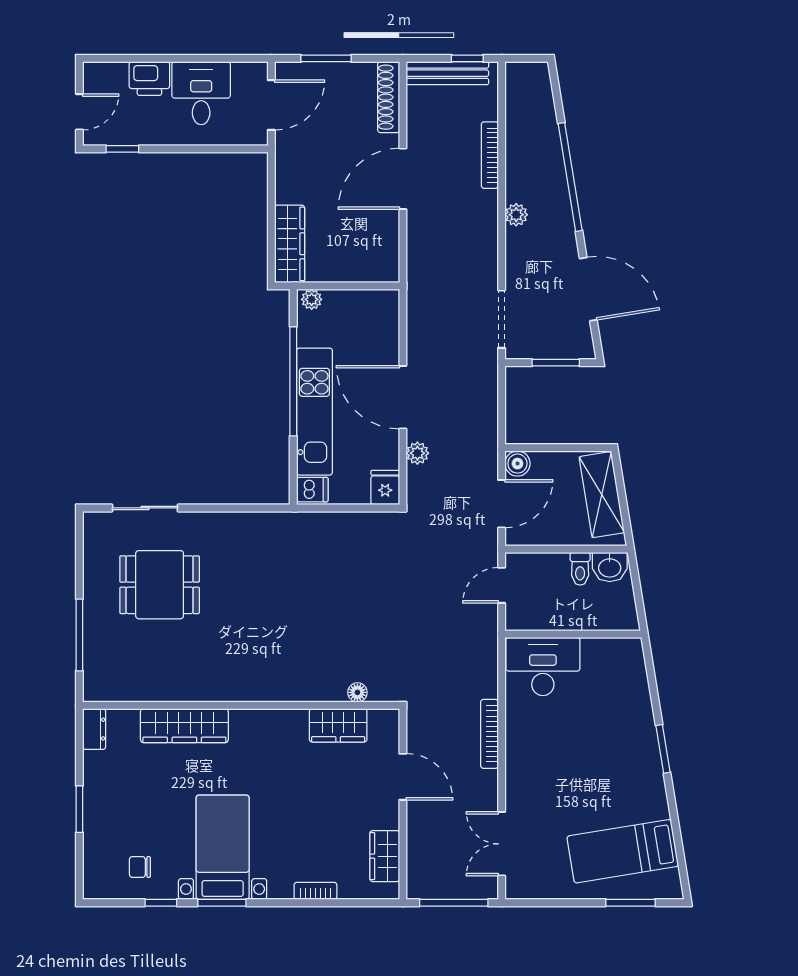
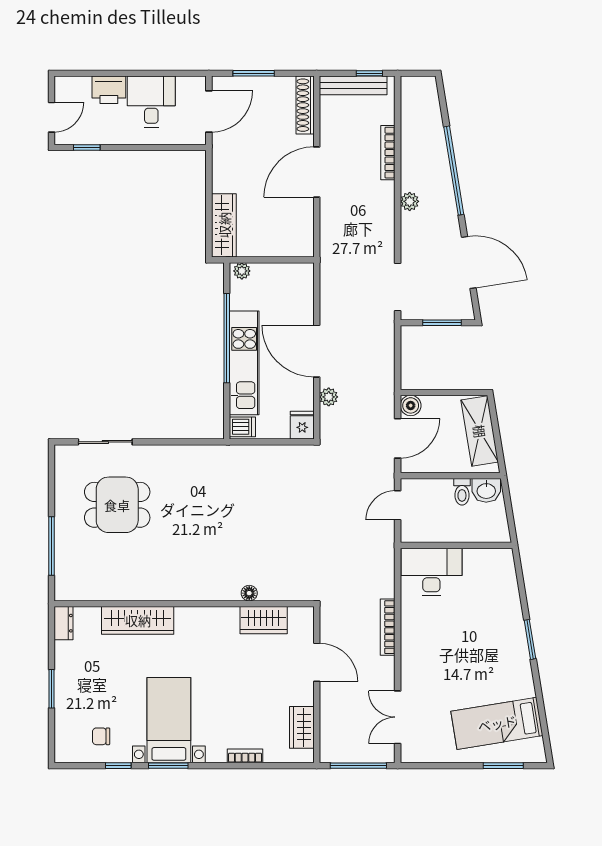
floor lamp: (357, 692) -> (249, 593), moved

